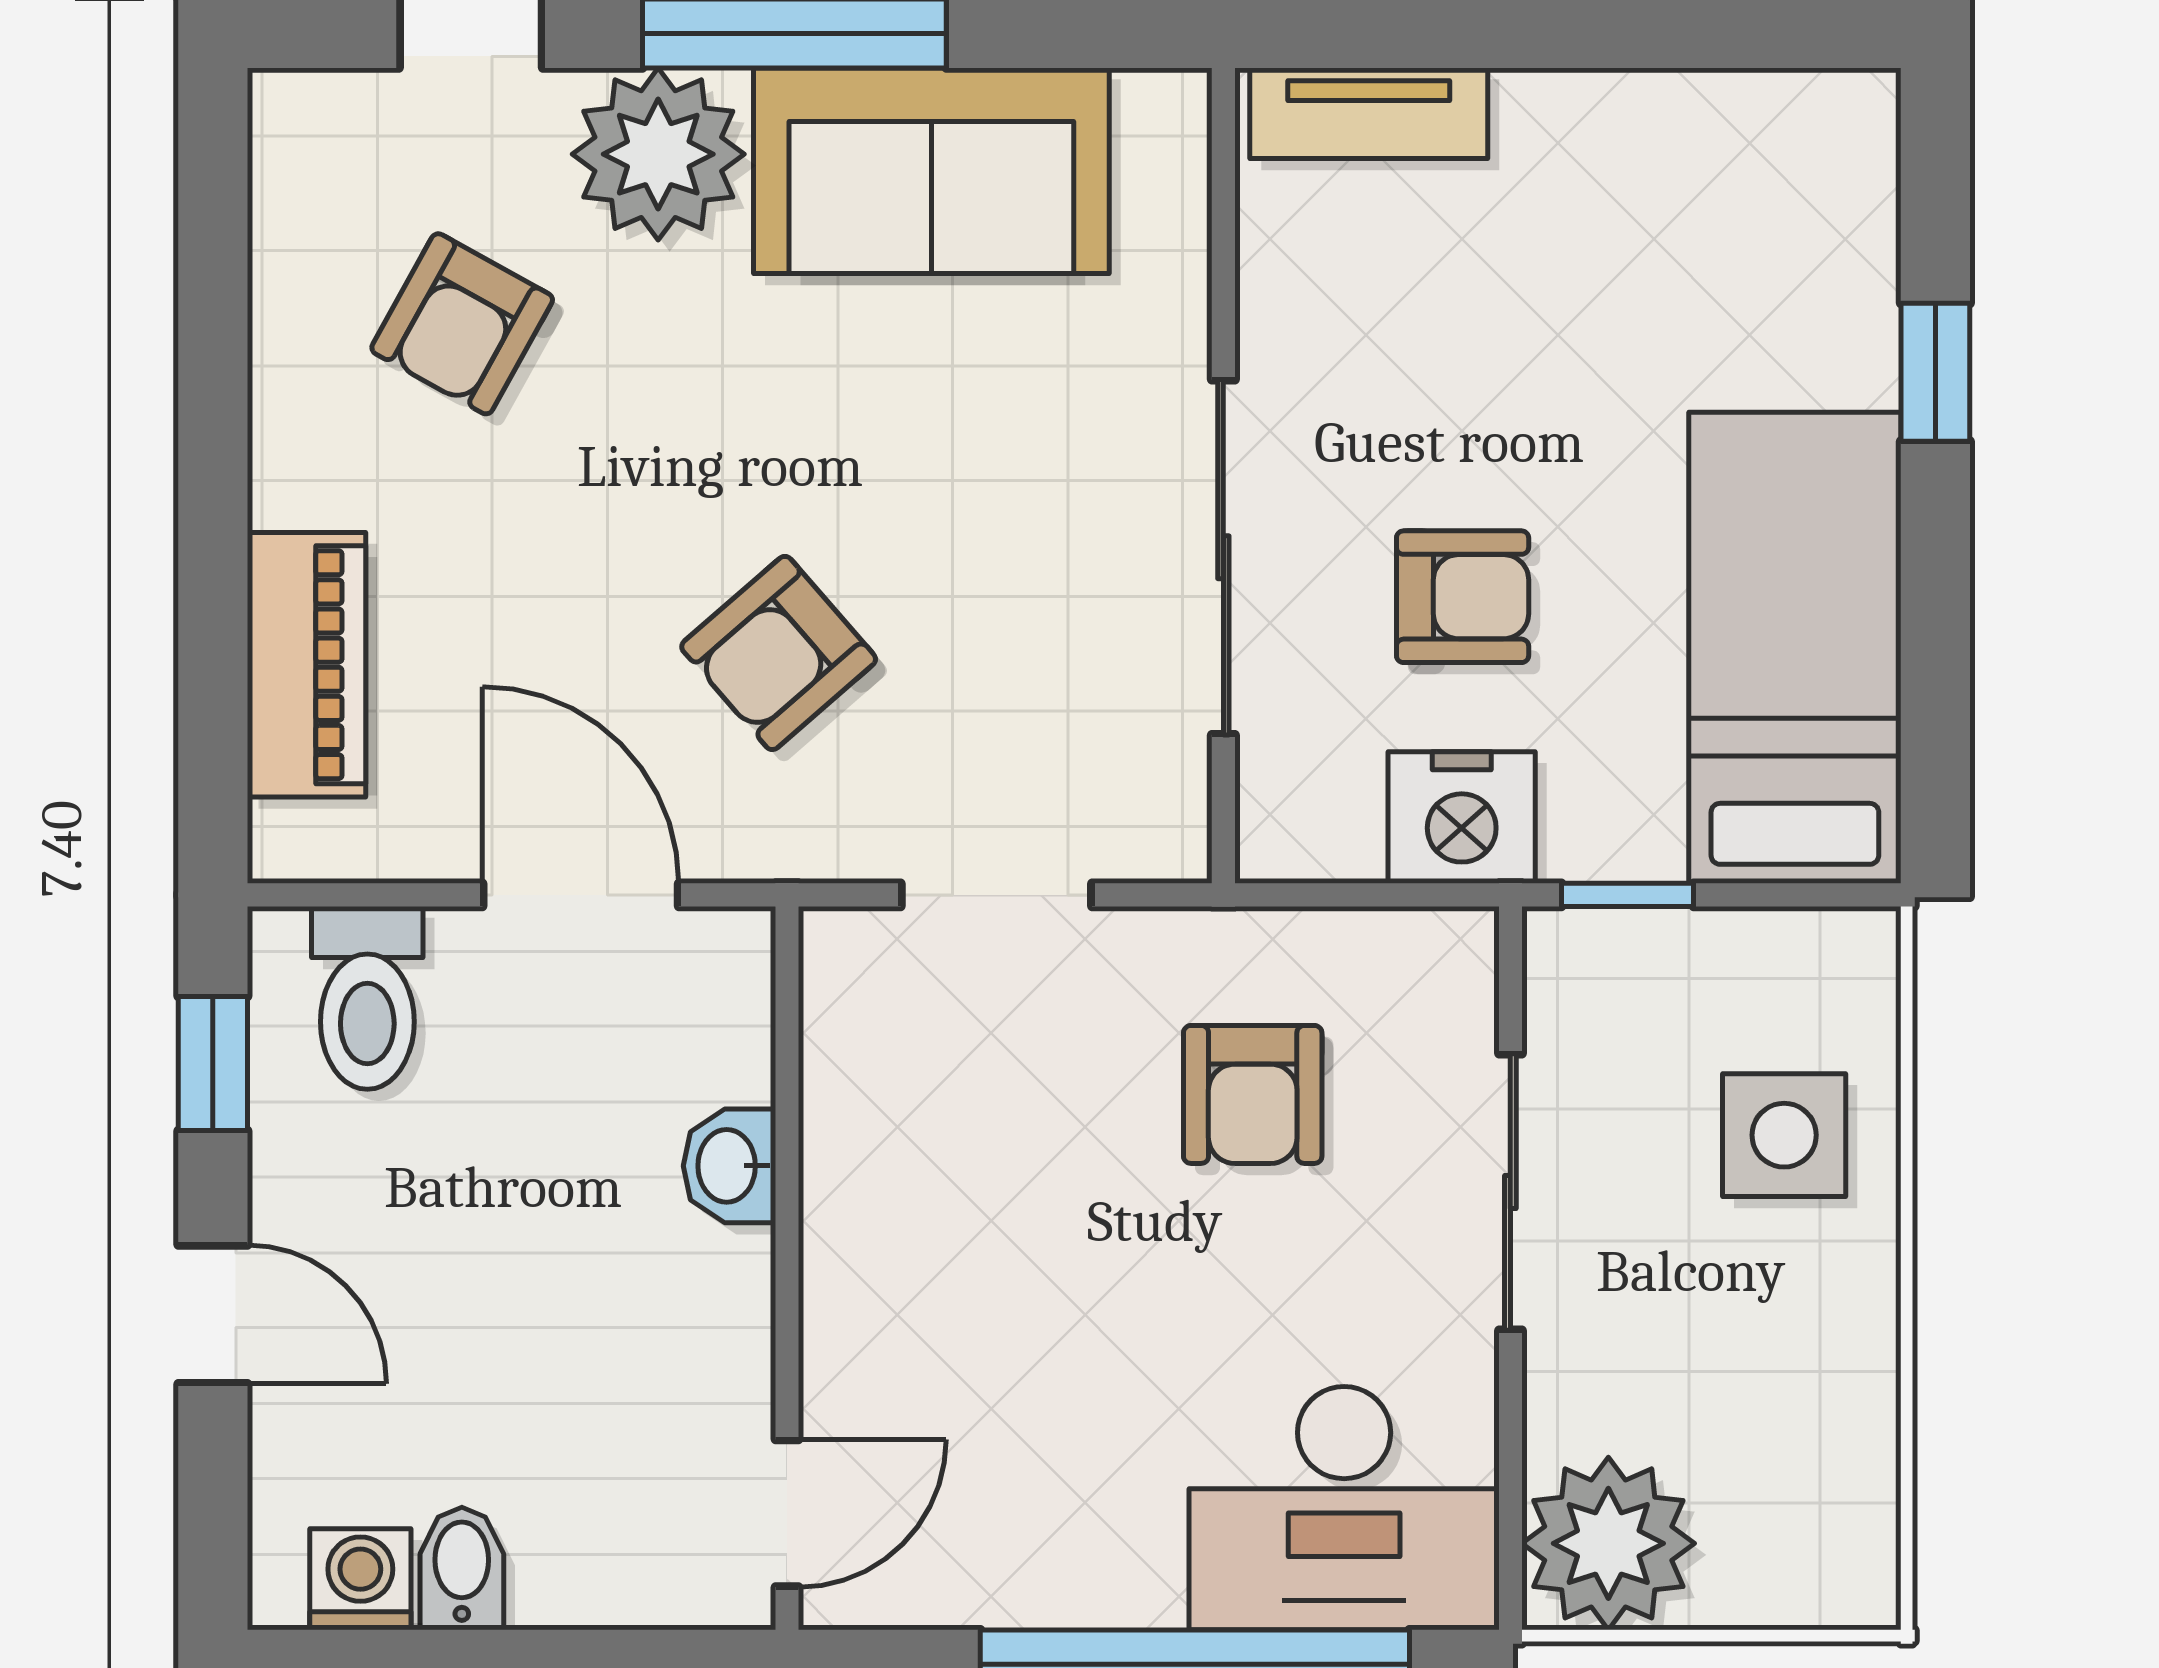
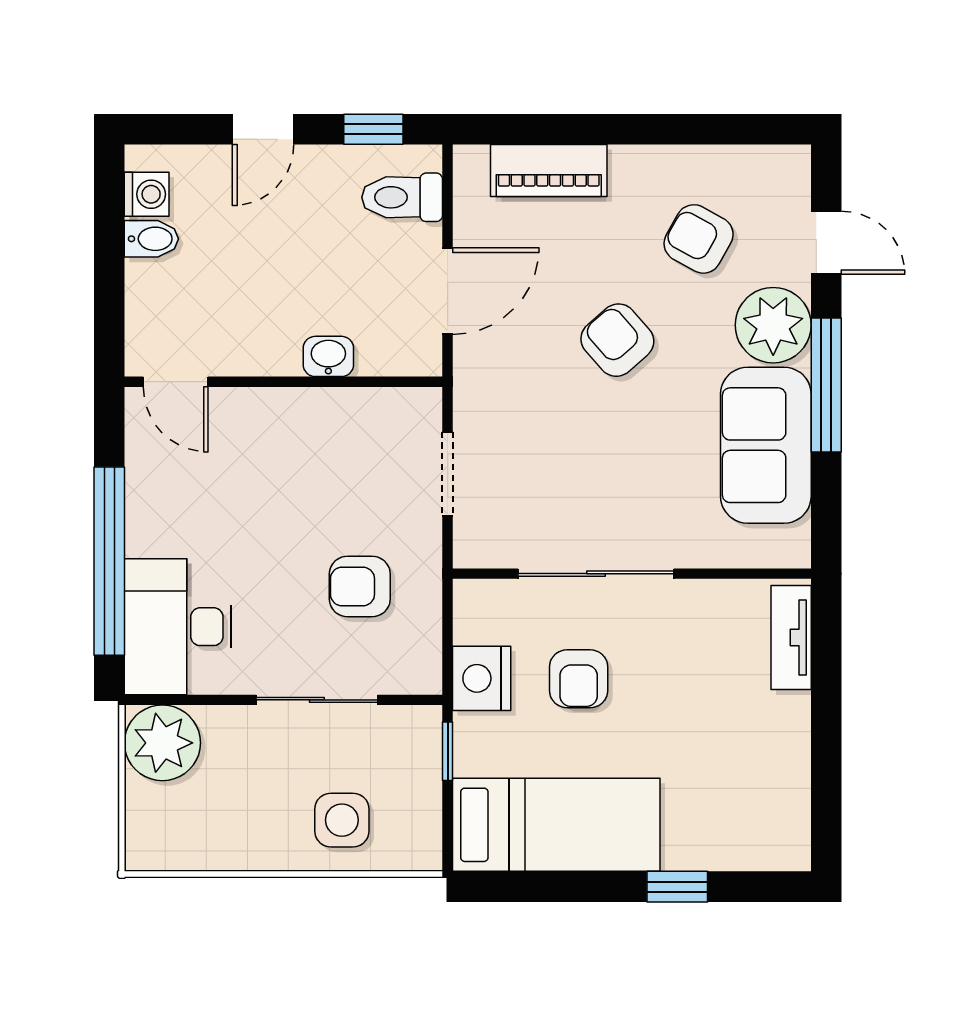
armchair: (779, 653) -> (617, 340), moved

